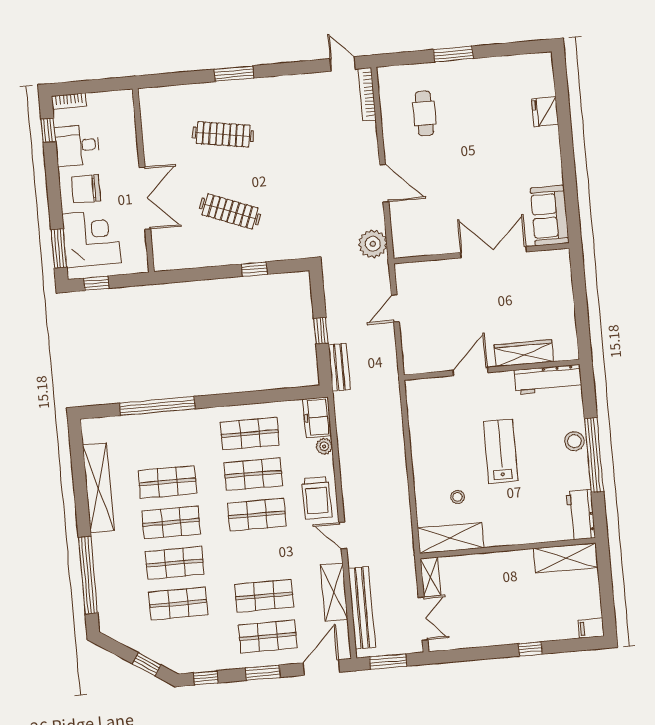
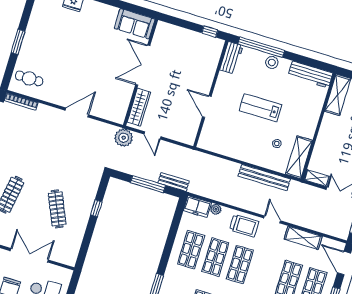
cafe table: (424, 113) -> (29, 78), moved
clothes rail: (230, 211) -> (57, 209), turned -45
plant: (373, 244) -> (124, 138), moved
window: (321, 331) -> (148, 184), width x2.17
window: (583, 331) -> (210, 32), added
wardrobe: (524, 353) -> (139, 107), moved, turned 180
workbench: (548, 379) -> (231, 58), width x0.73
window: (594, 455) -> (261, 47), moved
workbench: (581, 515) -> (310, 74), width x1.38
door: (343, 535) -> (272, 219), swing flipped
bench: (362, 608) -> (264, 178), moved

